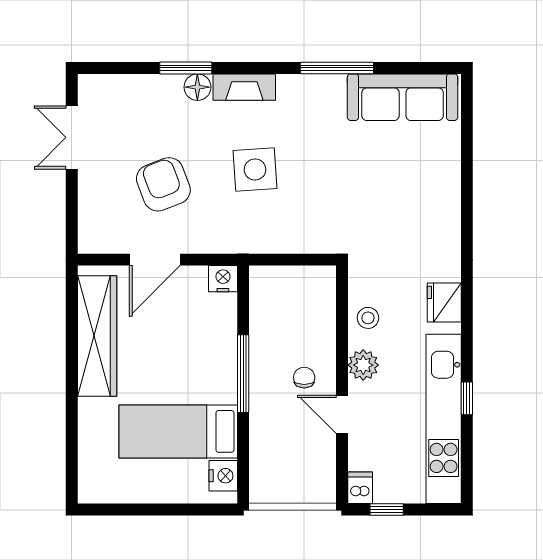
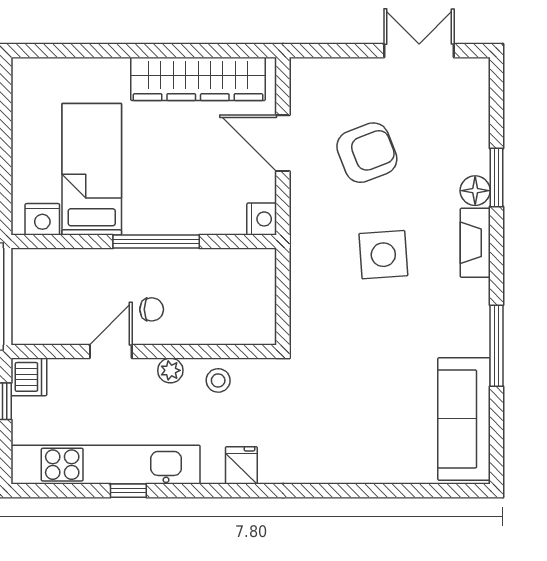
fridge: (444, 303) -> (241, 465), width x0.72
plant: (363, 365) -> (170, 370), width x0.73, depth x0.73
dishwasher: (360, 488) -> (29, 377), width x1.38

